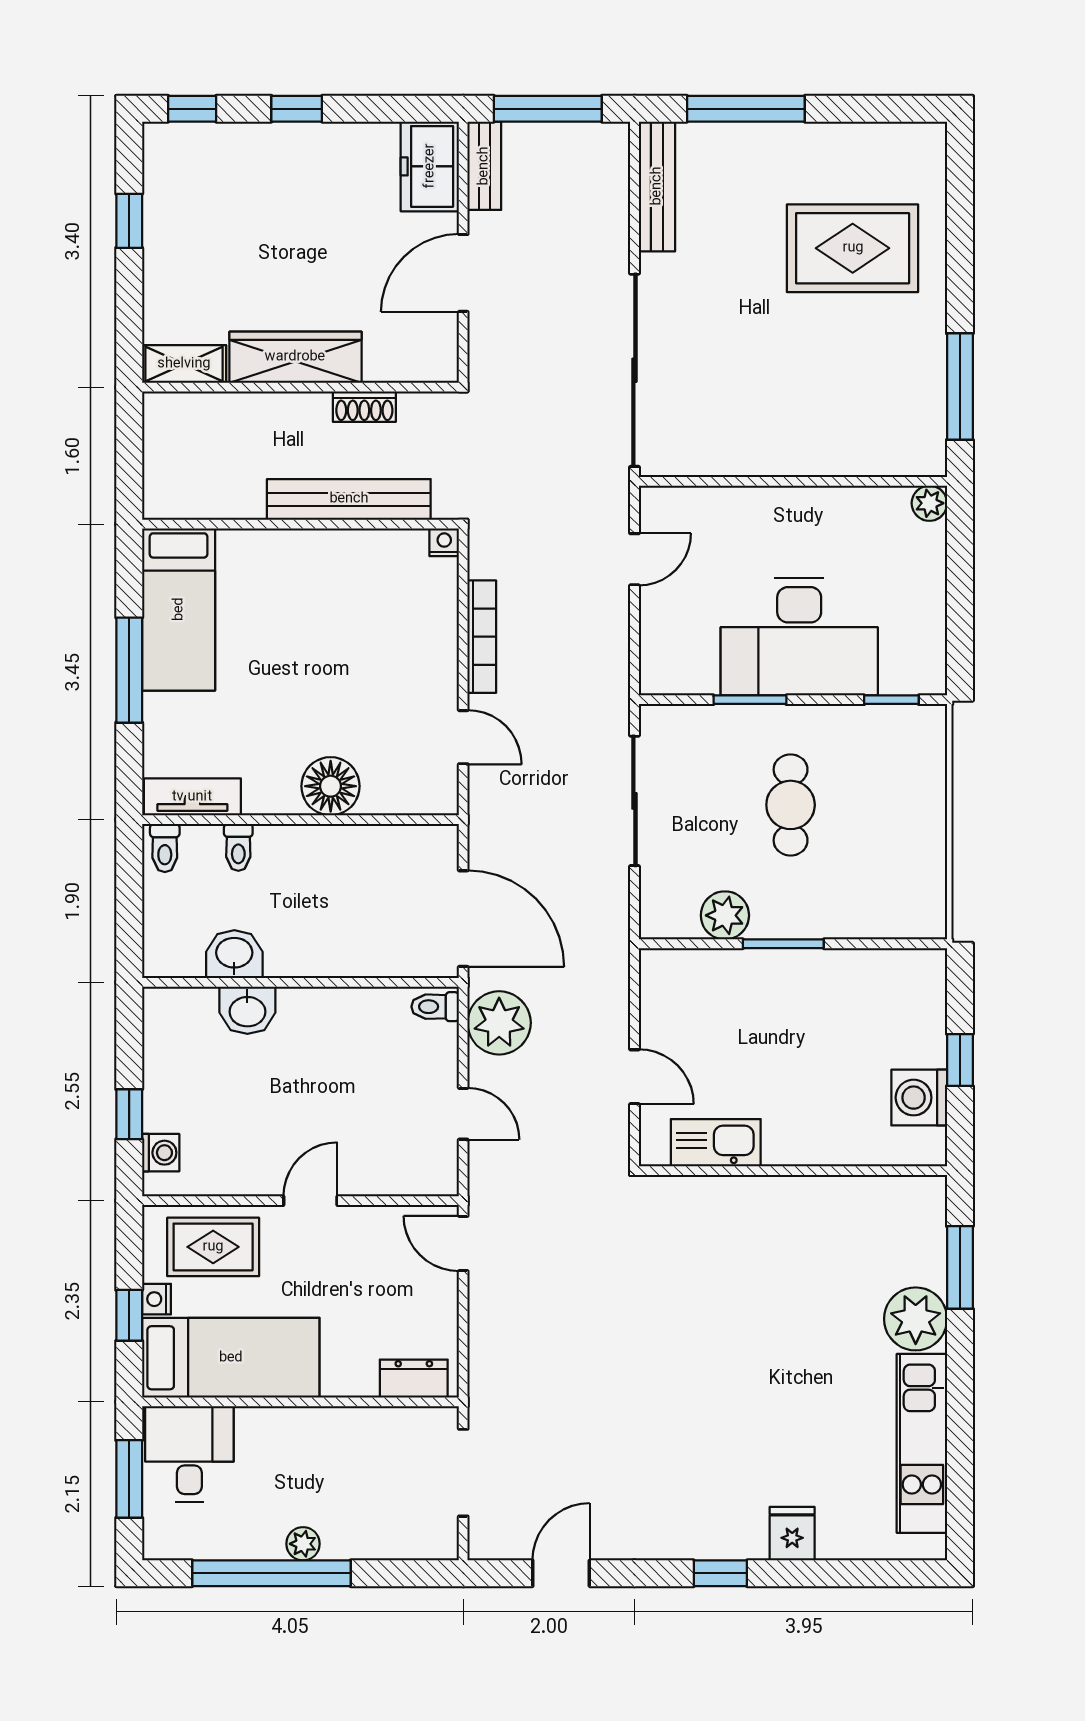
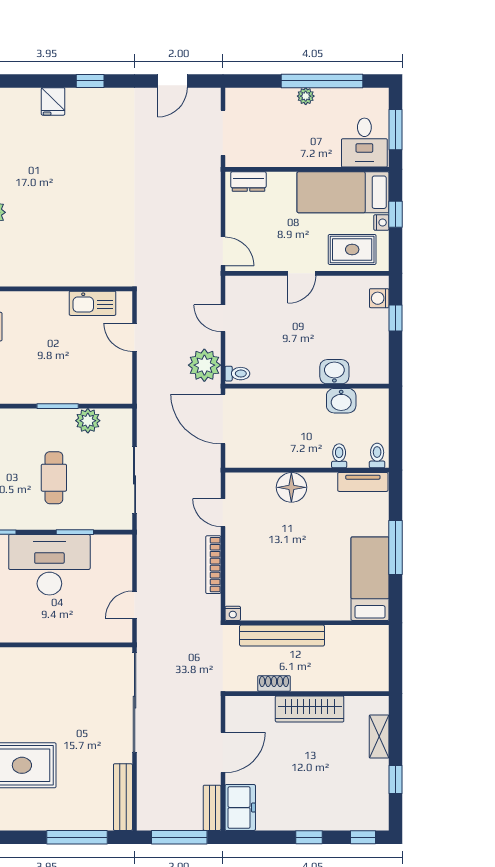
shelving: (184, 364) -> (379, 737), moved, turned 90

